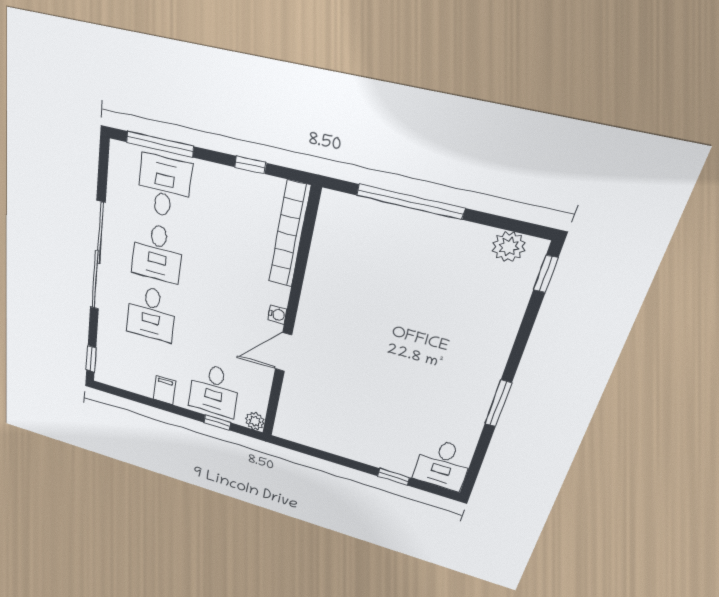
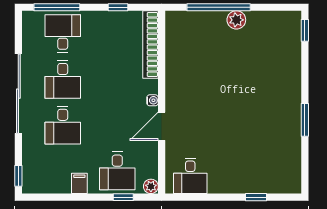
plant: (509, 247) -> (236, 20), moved
desk: (443, 465) -> (190, 176), moved

